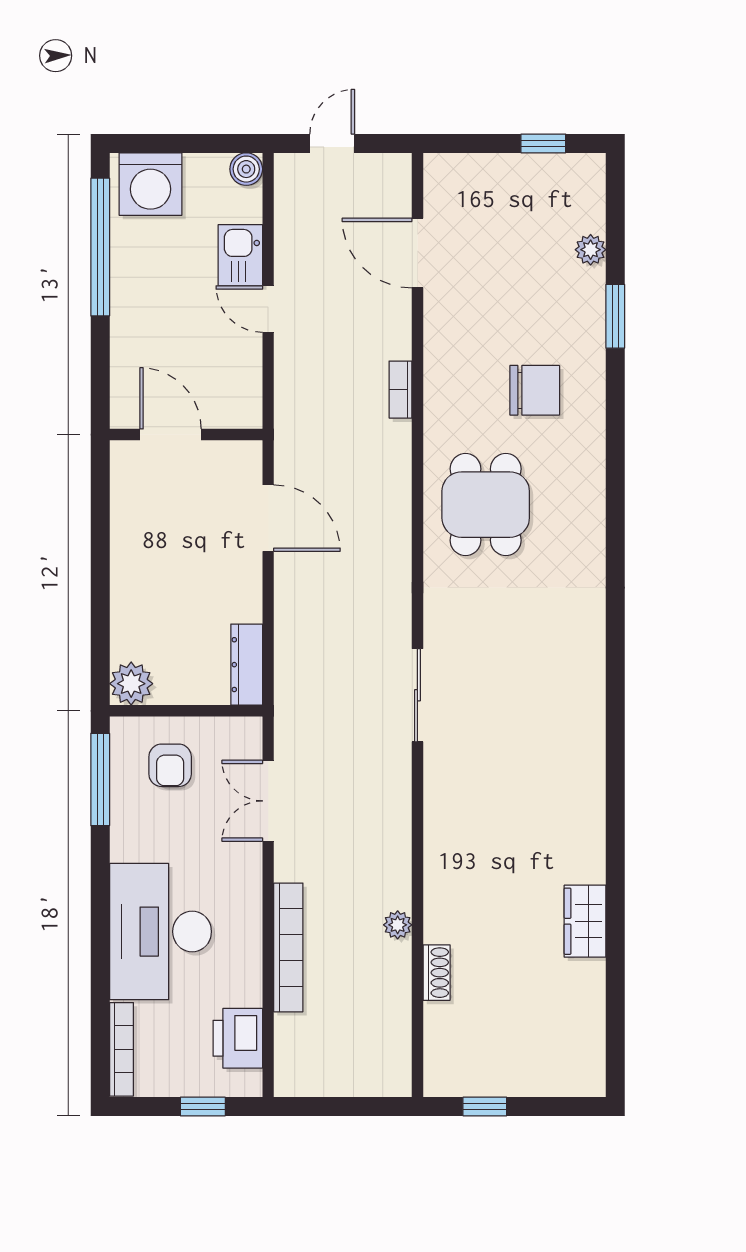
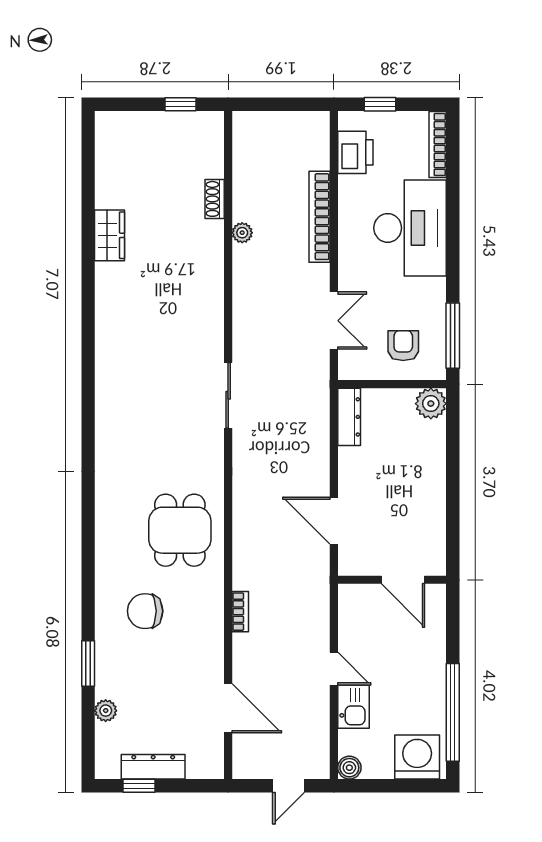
dresser: (523, 170) -> (153, 767), added

